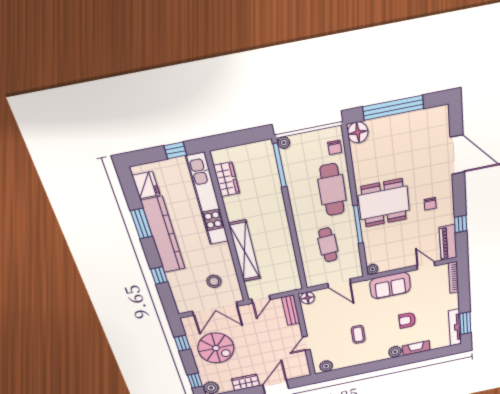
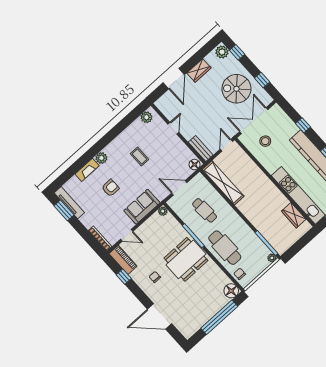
shelving: (245, 251) -> (223, 183), moved

